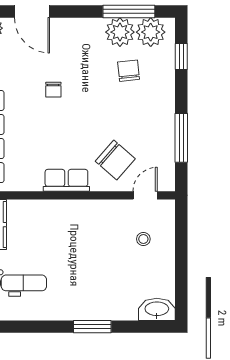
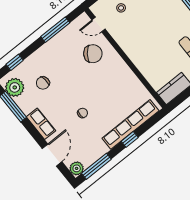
plant: (120, 32) -> (27, 103), removed
chair: (115, 160) -> (93, 54), turned 85
row of seats: (66, 180) -> (41, 124), moved, turned 180

